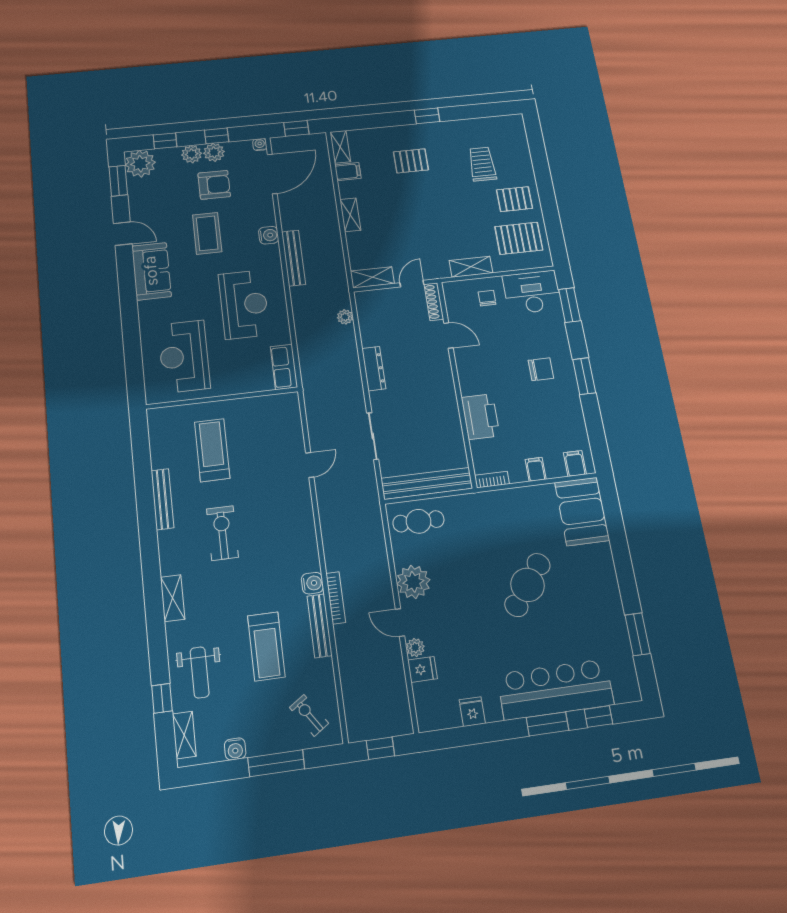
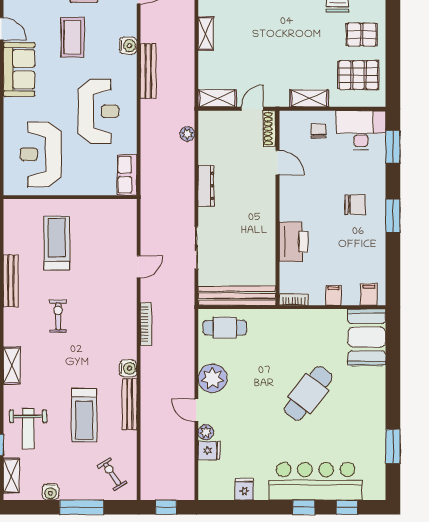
exercise bike: (222, 533) -> (58, 316), width x0.73, depth x0.72
bookcase: (336, 598) -> (146, 324), moved
window: (547, 724) -> (304, 507), width x0.67

